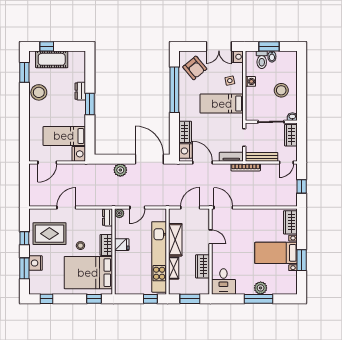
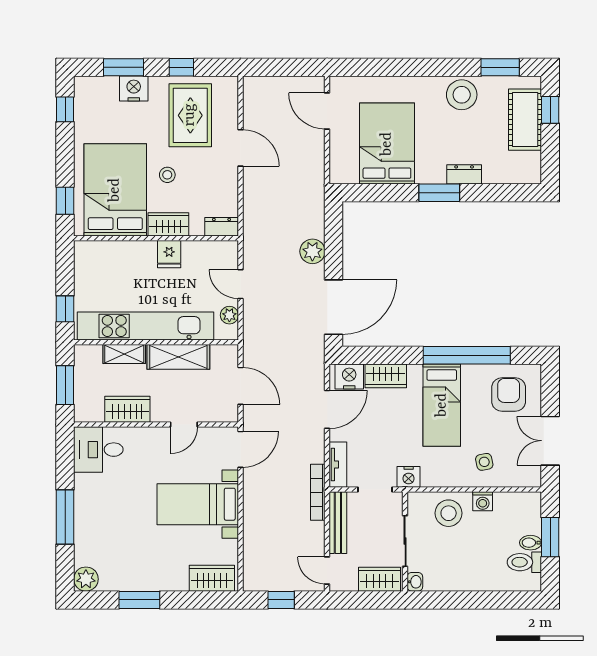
nightstand: (238, 57) -> (409, 477), moved
toilet: (262, 60) -> (524, 562), moved
armchair: (195, 68) -> (509, 395), turned 130
stool: (281, 90) -> (449, 513), moved
bed: (222, 104) -> (442, 405), moved, turned 180
bed: (64, 136) -> (387, 144), width x1.50
nightstand: (79, 154) -> (344, 171), removed
plant: (119, 213) -> (229, 315), moved
bed with nightstands: (276, 253) -> (198, 504), moved, turned -90
plant: (261, 288) -> (86, 579), moved

